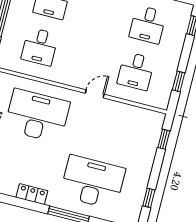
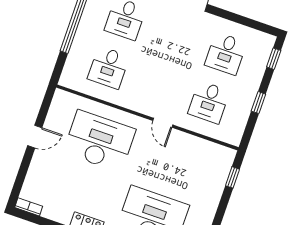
window: (179, 81) -> (258, 103), moved
door: (95, 94) -> (163, 123), swing flipped

